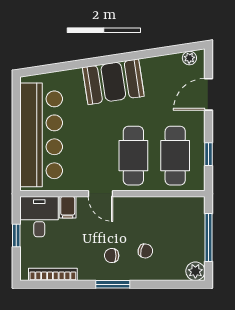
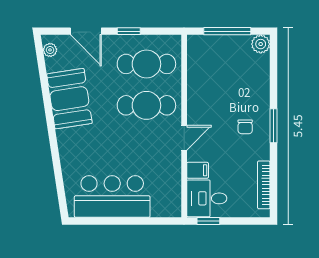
booth: (113, 82) -> (69, 99), moved
bar counter: (41, 135) -> (112, 196), width x0.73
window: (208, 154) -> (129, 31), moved
window: (16, 235) -> (208, 221), moved
chair: (145, 251) -> (241, 93), removed

